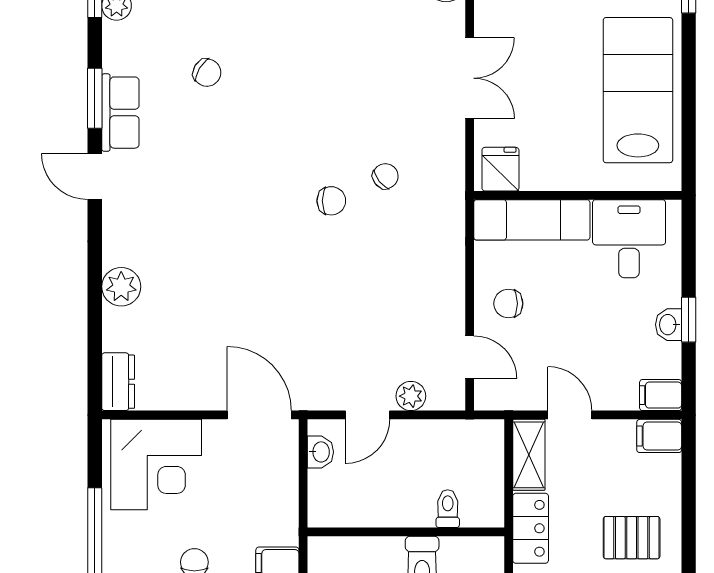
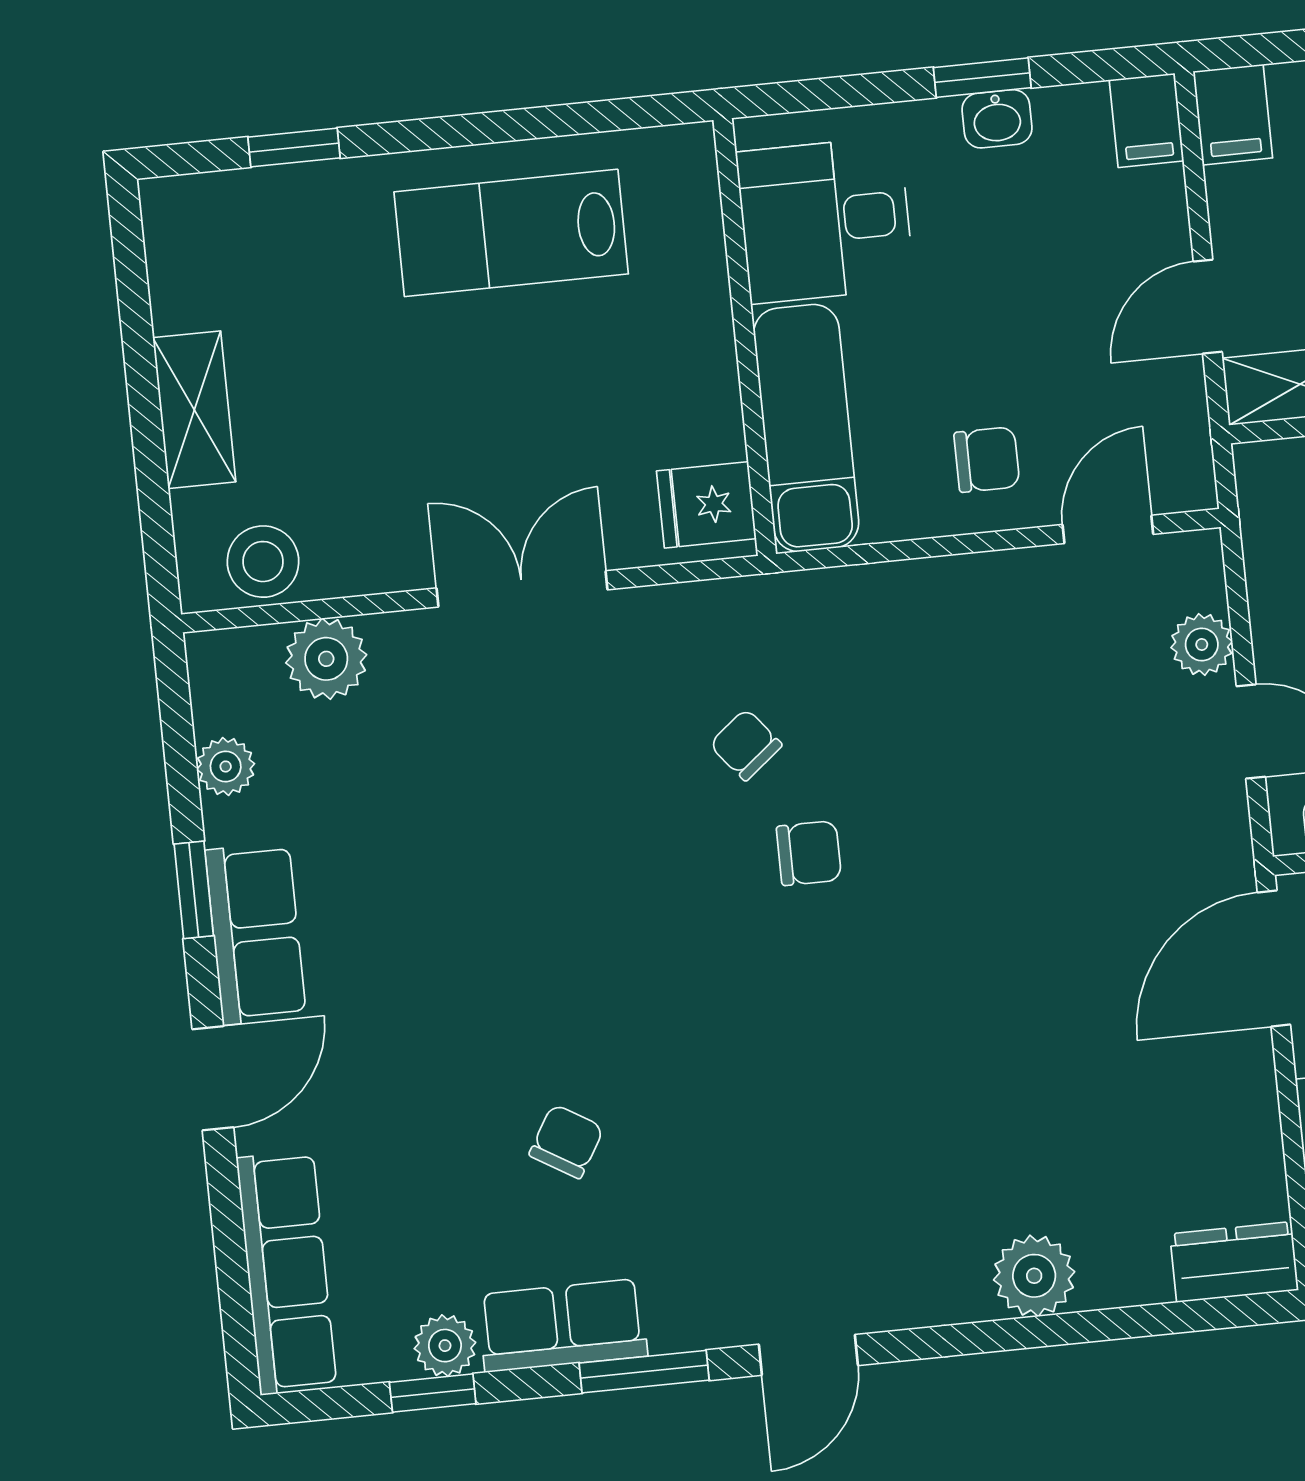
lab bench: (638, 90) -> (511, 233), width x0.73, depth x0.72
row of seats: (120, 113) -> (563, 1325), moved
chair: (331, 201) -> (809, 853), turned 90
chair: (508, 304) -> (987, 460), turned -90

